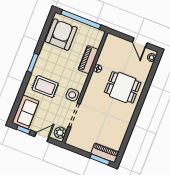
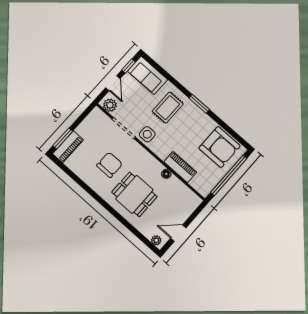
dining table: (123, 87) -> (134, 194), turned 90
chair: (107, 115) -> (110, 165), added

